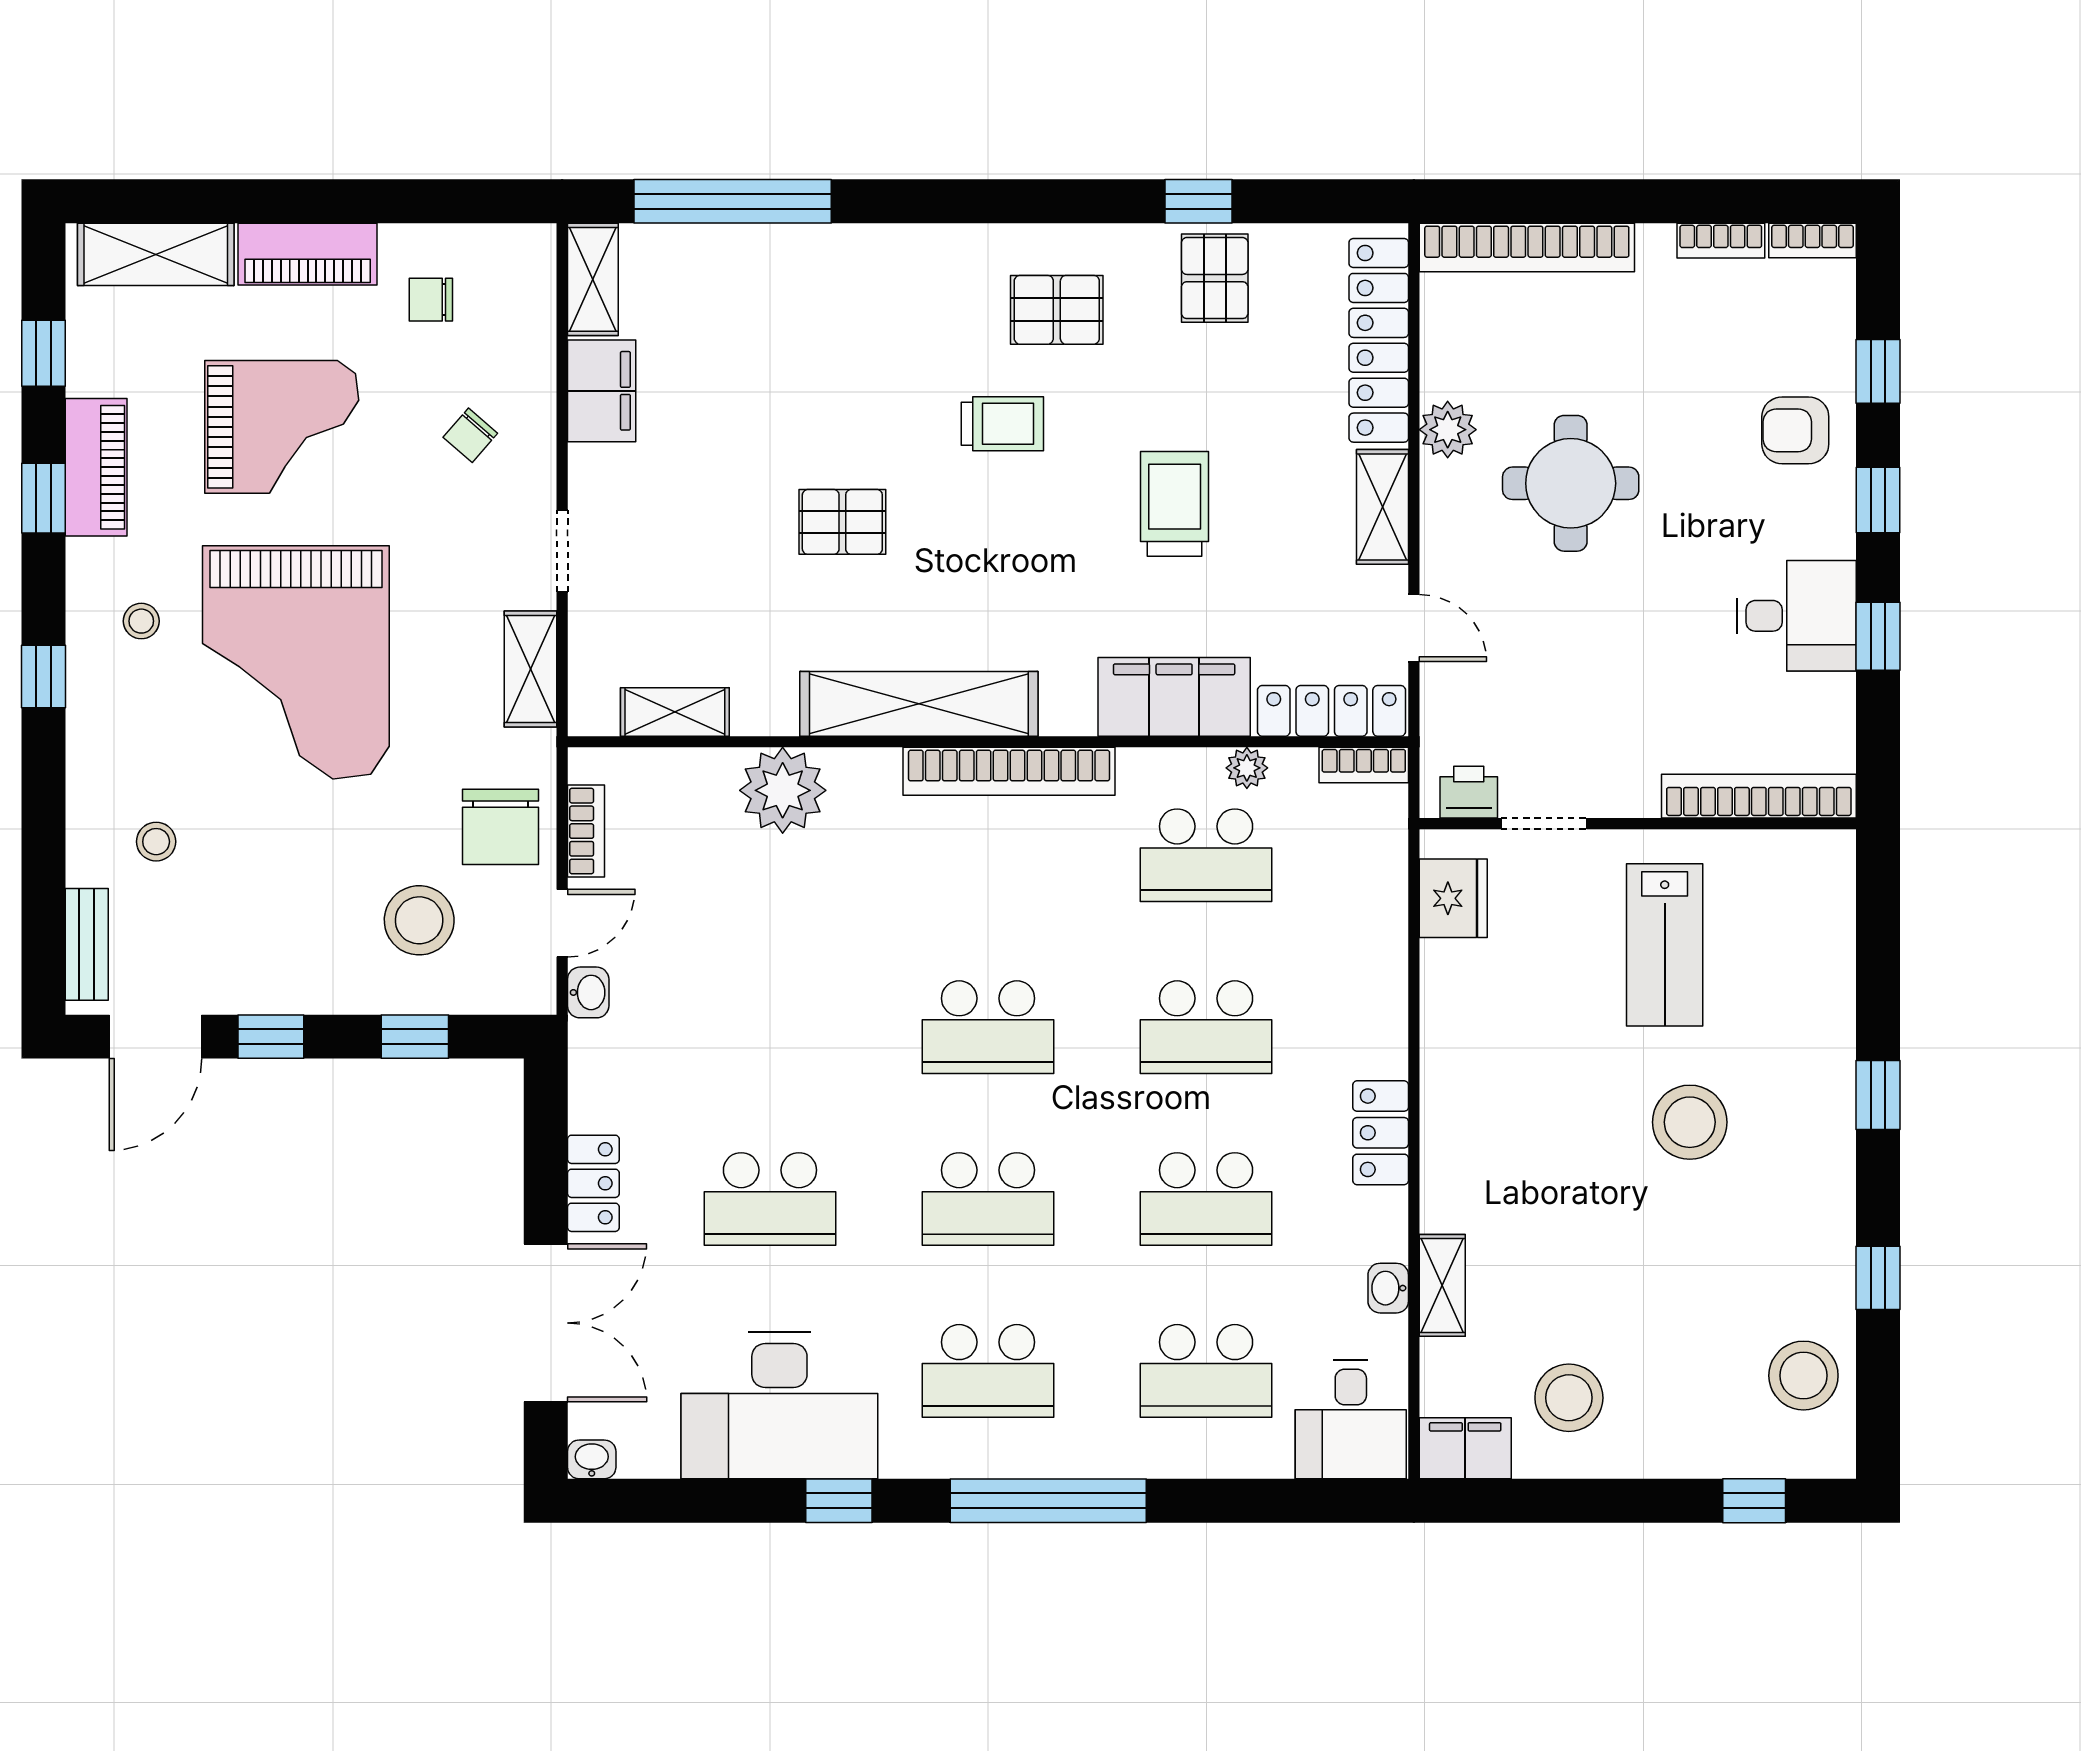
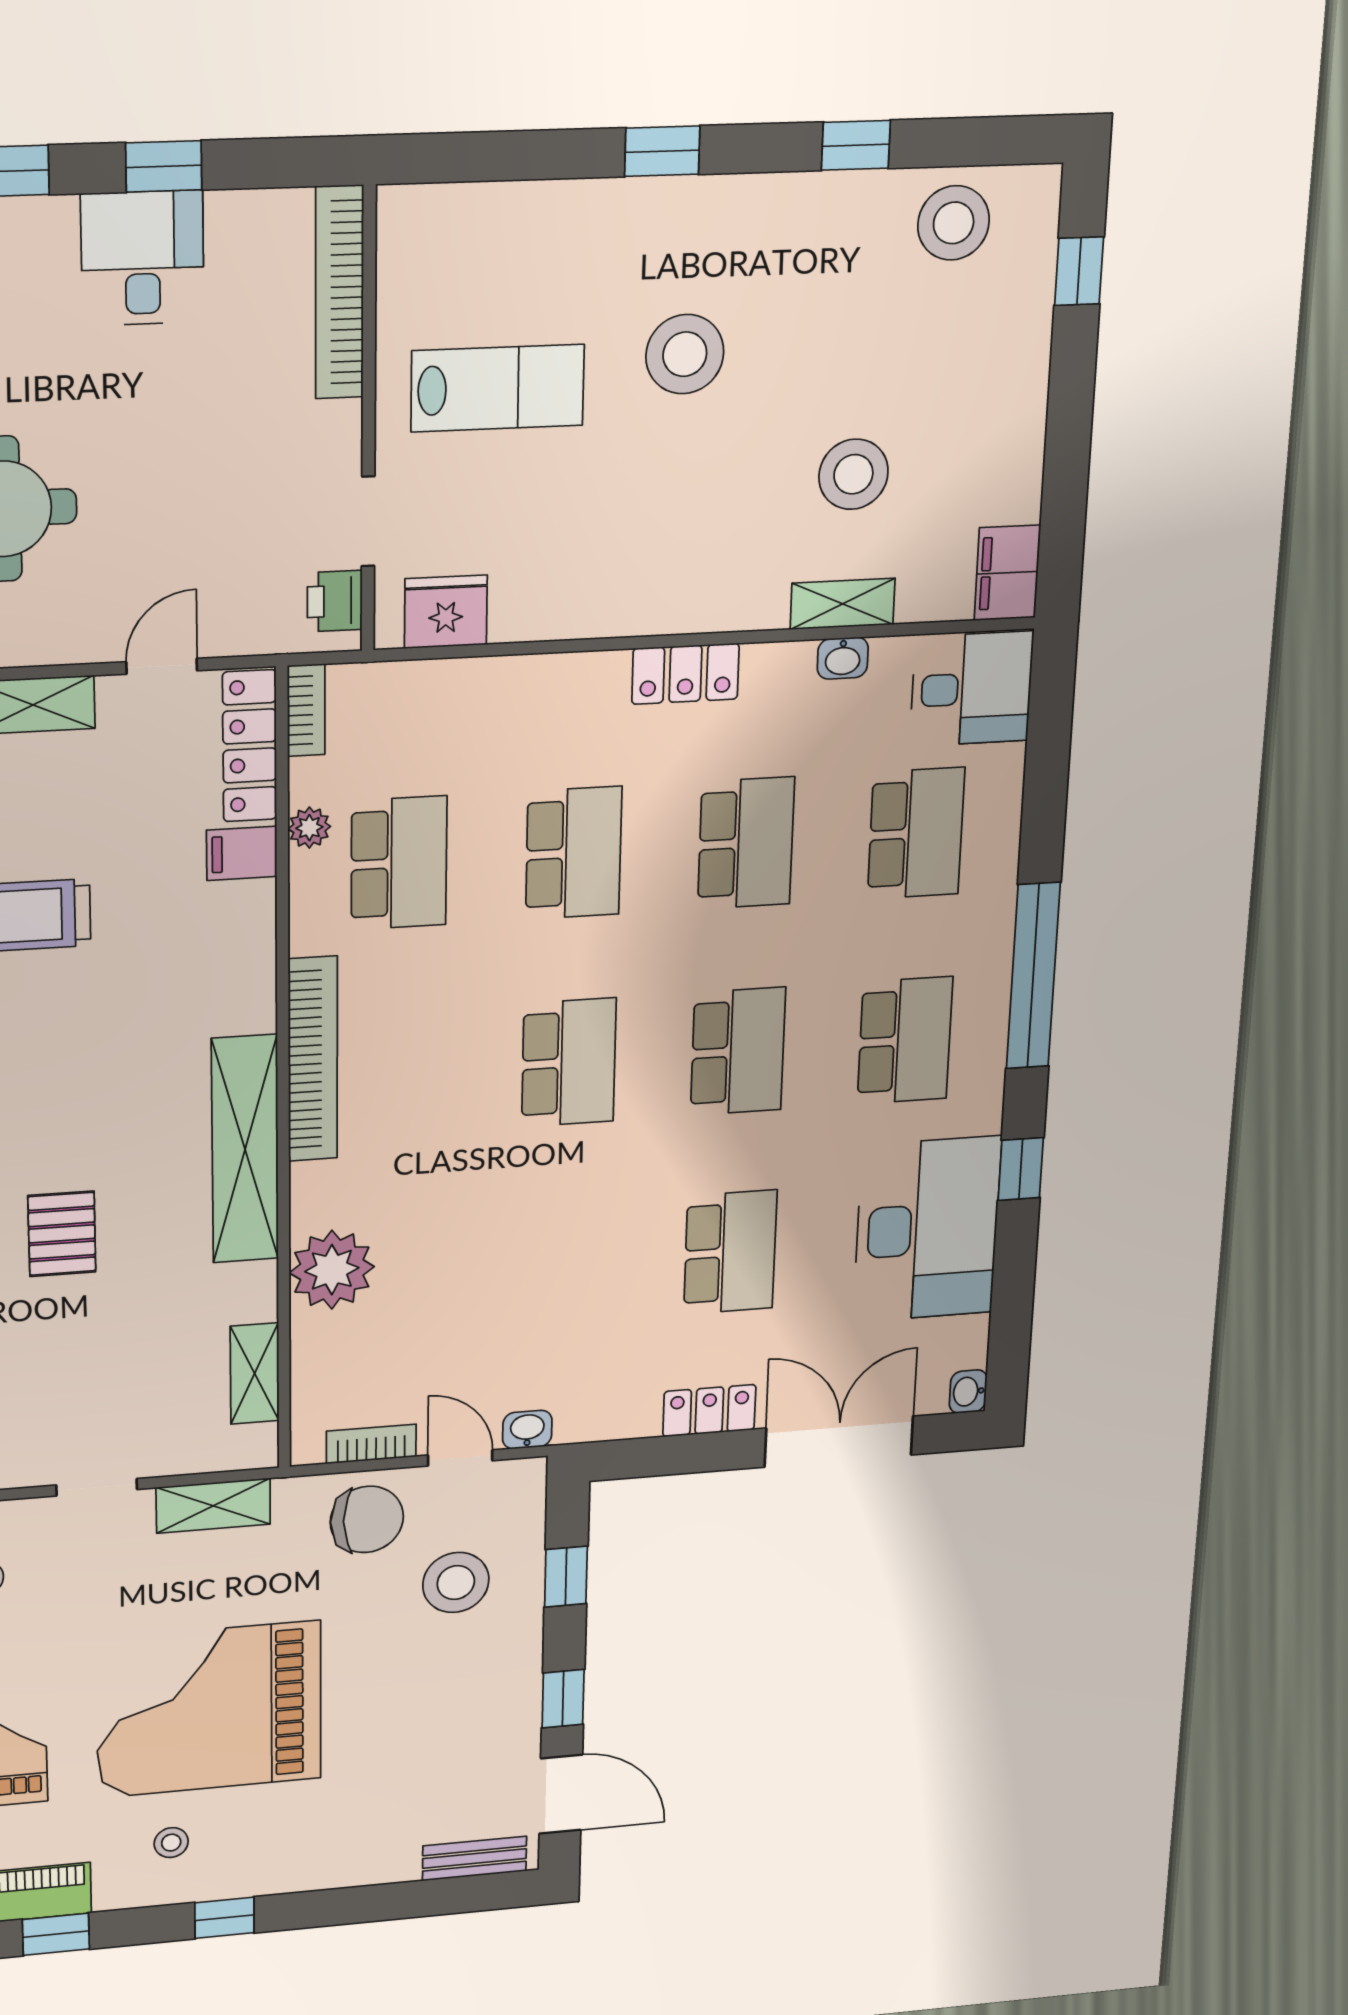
grand piano: (296, 662) -> (209, 1709), turned 180
filing cabinet: (1174, 697) -> (242, 853), width x0.33, depth x0.86
stool: (156, 842) -> (379, 1811), removed
stool: (1569, 1398) -> (853, 474), moved

